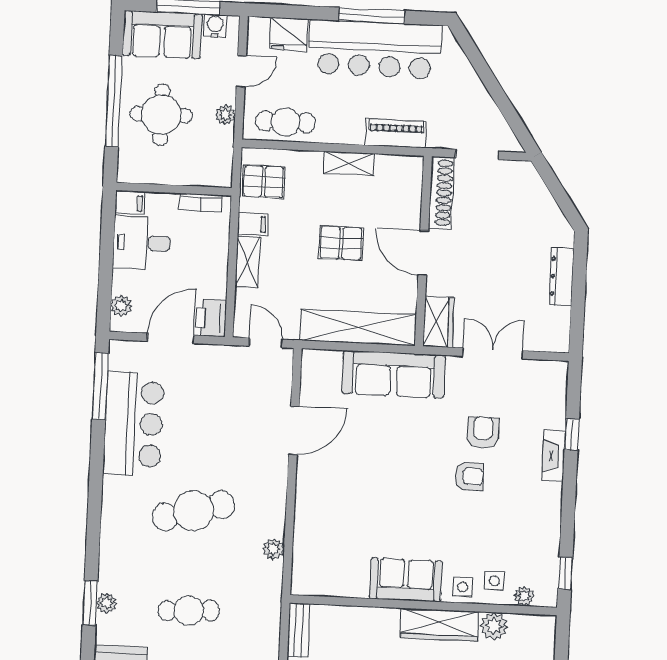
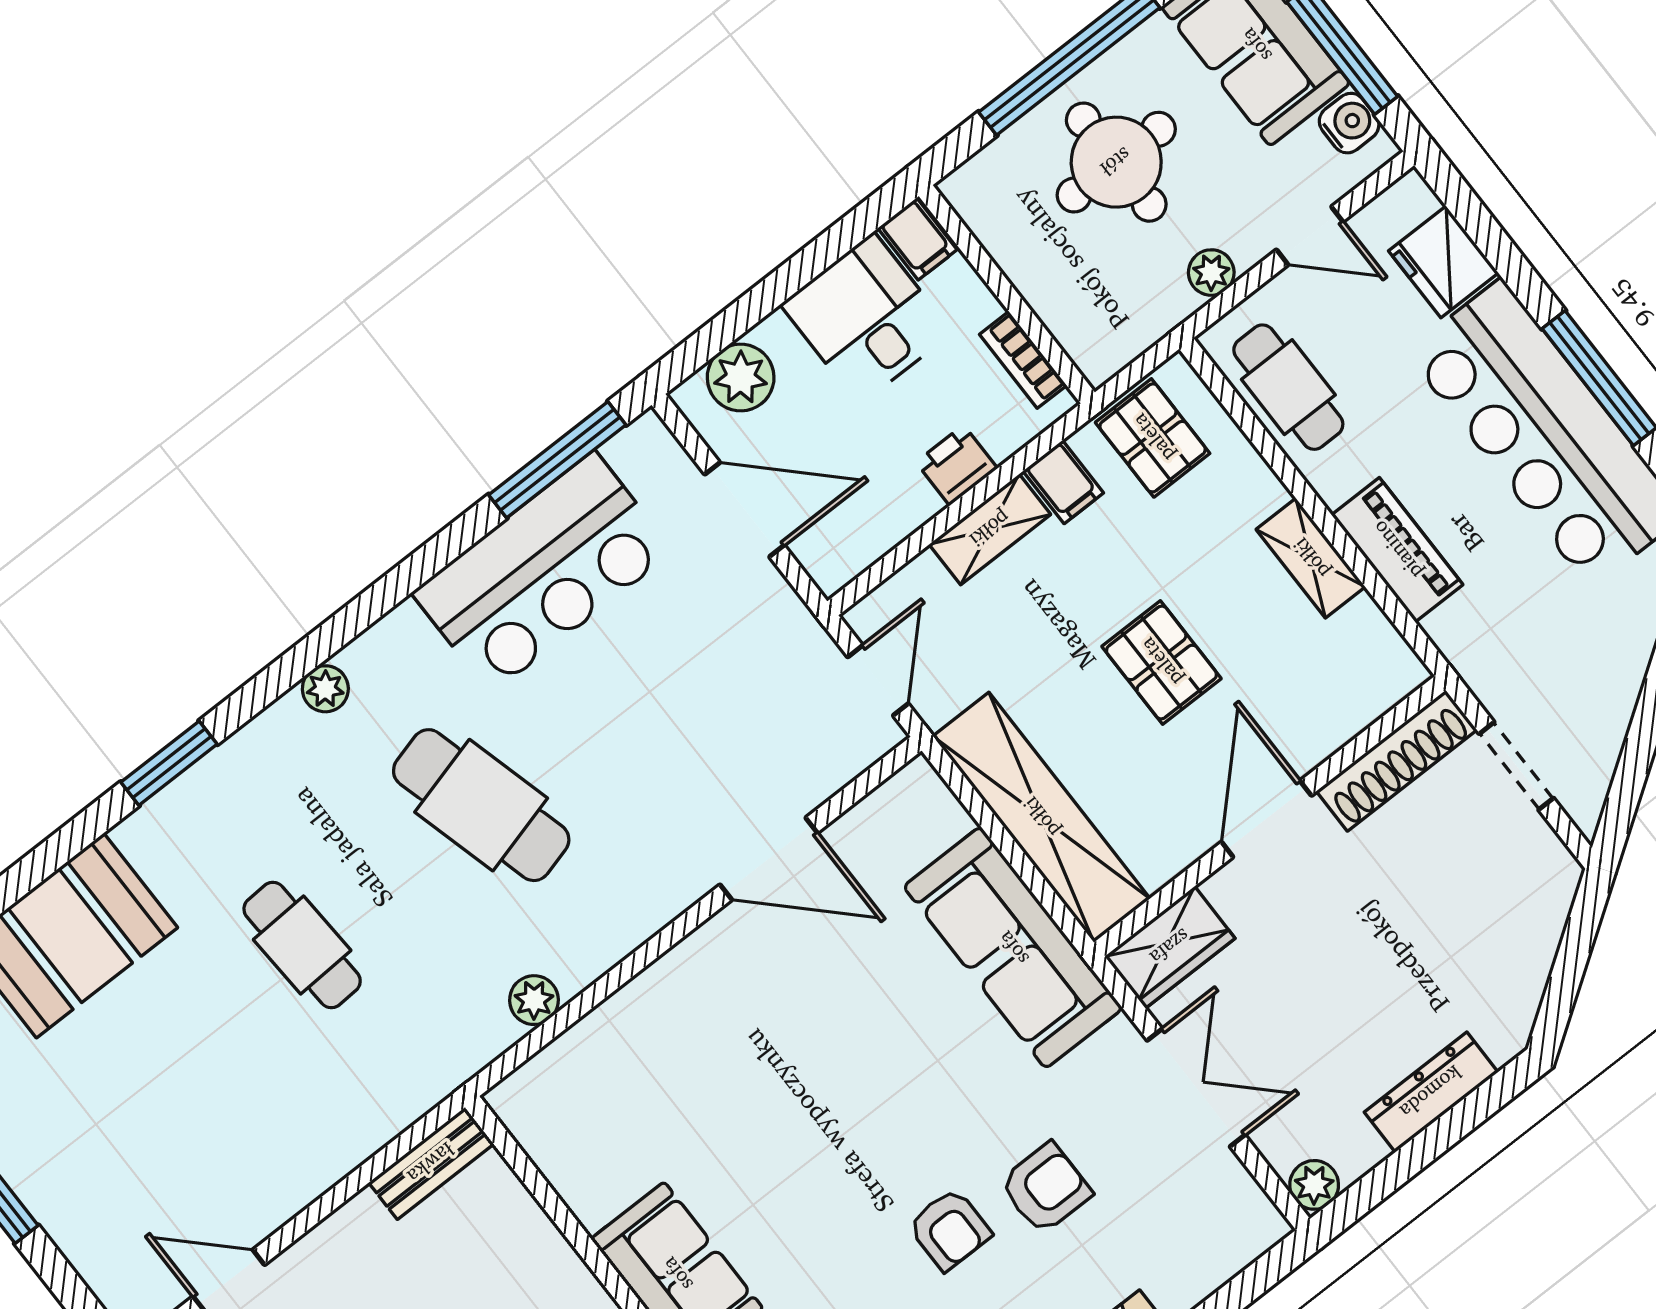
piano: (396, 133) -> (1397, 550), moved
plant: (121, 305) -> (741, 378), width x1.38, depth x1.38
printer: (211, 318) -> (957, 465), moved, width x0.73, depth x0.81
plant: (559, 342) -> (1314, 1185), added
plant: (107, 603) -> (325, 689), moved

